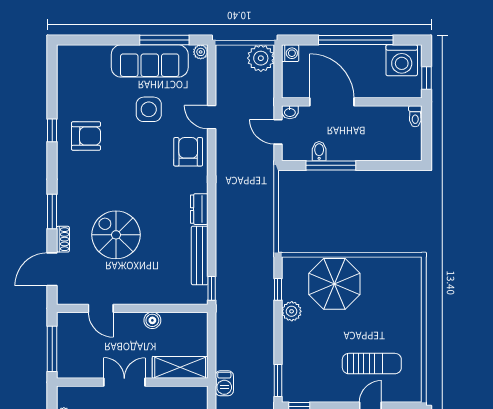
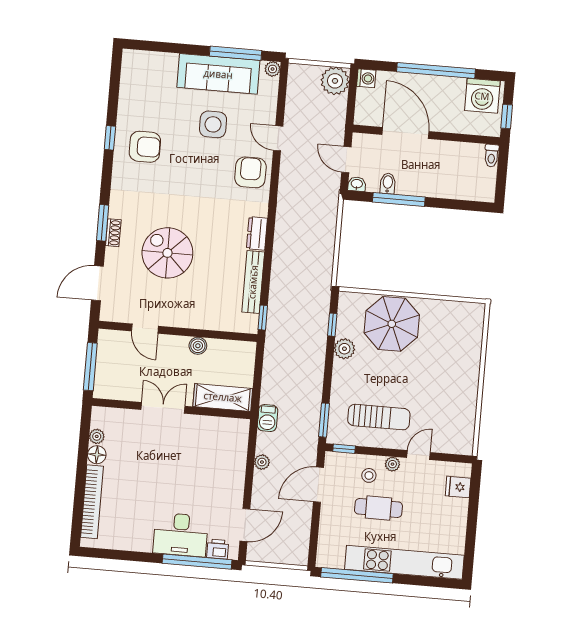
washbasin: (290, 112) -> (357, 184), moved, turned 180
shoe rack: (63, 239) -> (113, 233), moved
sun lounger: (372, 364) -> (379, 417), moved

